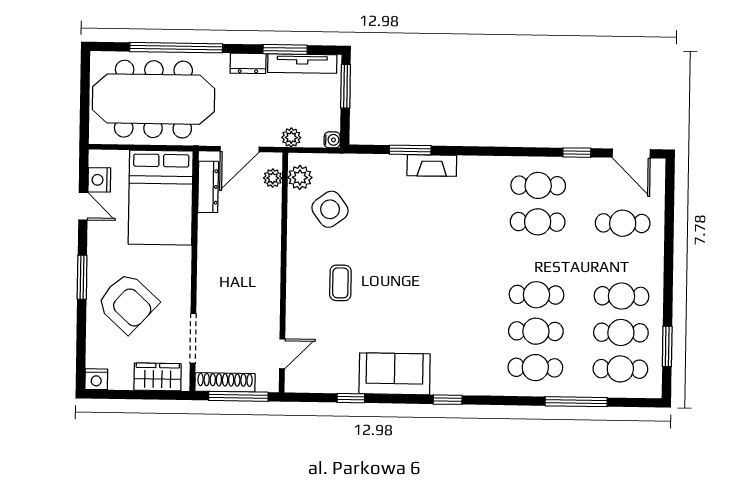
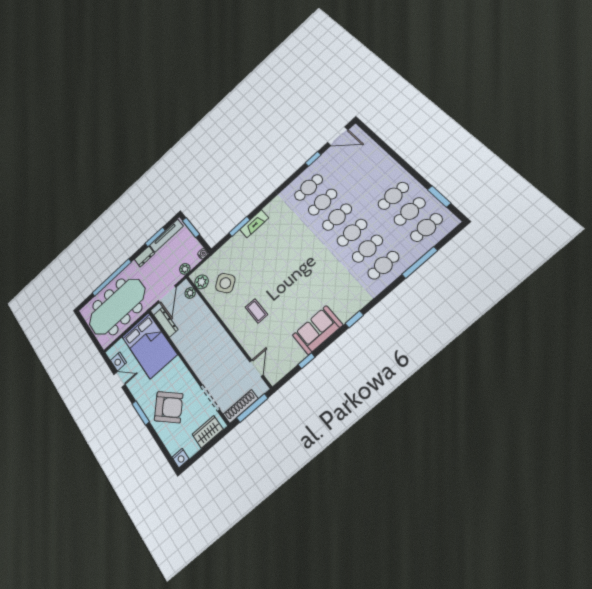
cafe table: (623, 223) -> (337, 217), moved

